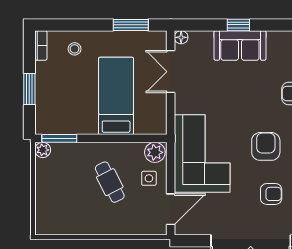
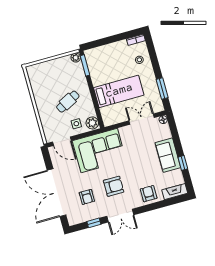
window: (238, 25) -> (183, 163), moved
window: (29, 89) -> (109, 40), removed

